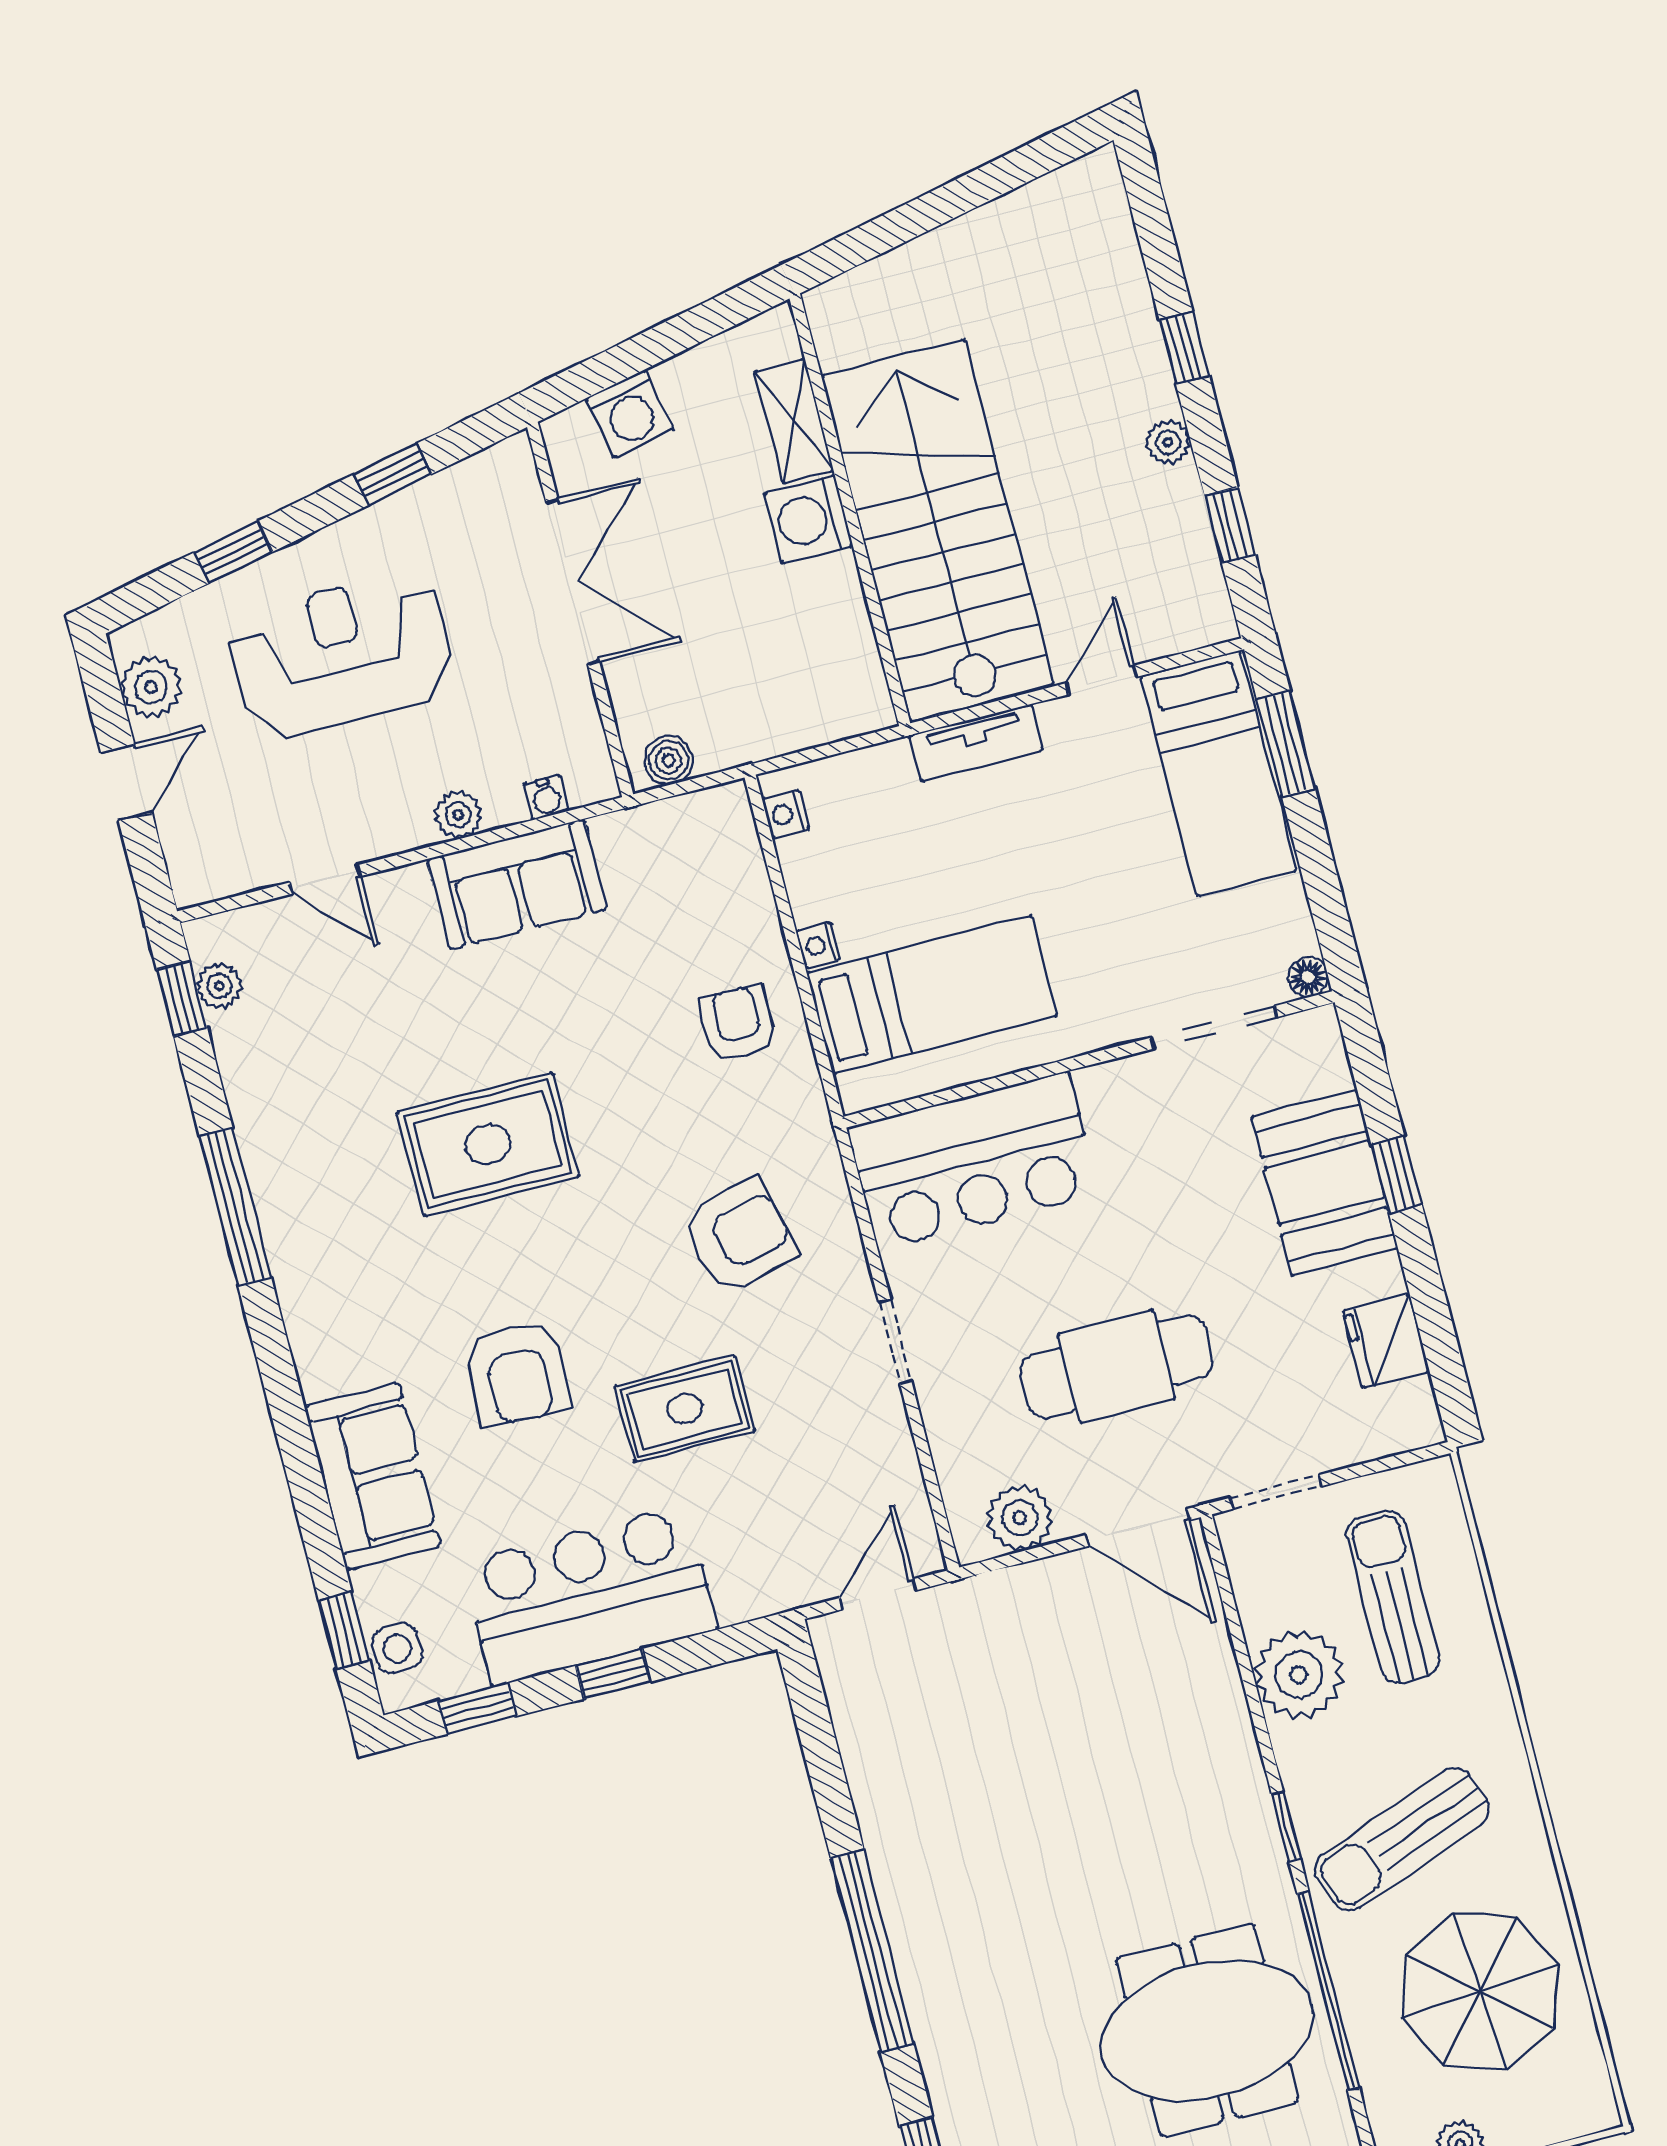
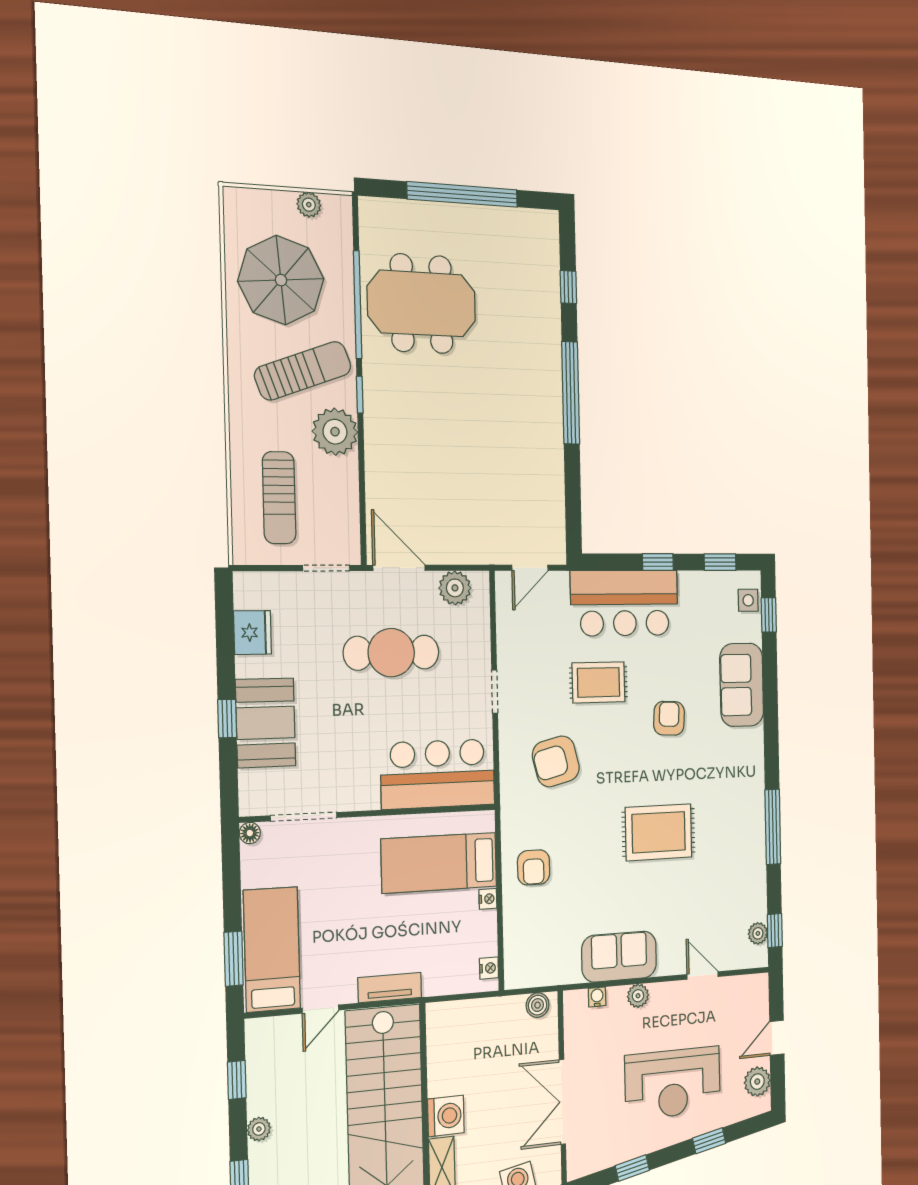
armchair: (518, 1373) -> (669, 718), width x0.72, depth x0.72
bar counter: (589, 1596) -> (625, 603), moved
plant: (1299, 1675) -> (335, 432), moved

